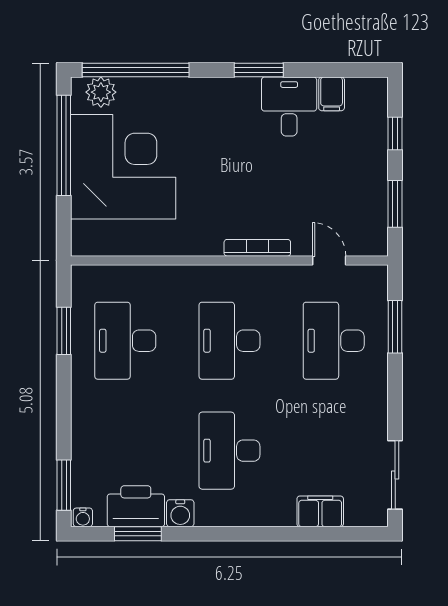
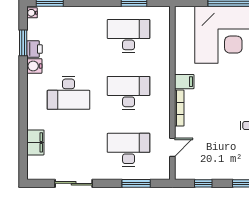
window: (395, 204) -> (203, 183), width x0.67
filing cabinet: (209, 239) -> (184, 82), added
desk: (229, 451) -> (69, 93), turned 180
sliding door: (395, 475) -> (74, 183), moved
printer: (136, 506) -> (35, 49), width x0.53, depth x0.68

